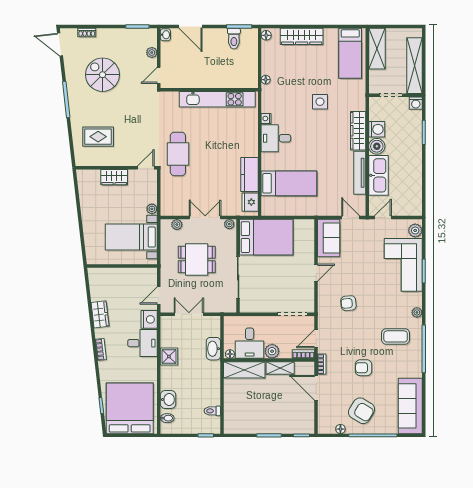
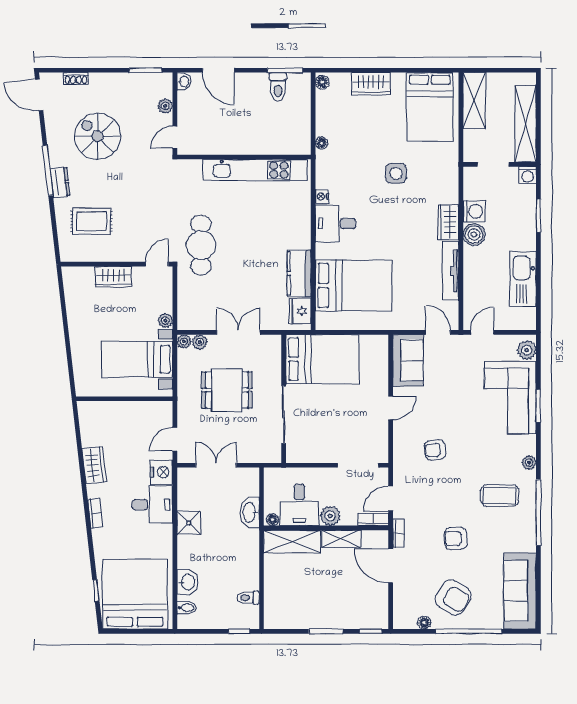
wardrobe: (302, 36) -> (371, 84), width x0.67
bed: (350, 53) -> (430, 107), width x1.50
dresser: (75, 108) -> (60, 182), added
wardrobe: (358, 131) -> (448, 222), width x0.67
kitchen sink: (378, 175) -> (523, 279), moved, turned 180
bed: (289, 183) -> (353, 285), width x1.50
plant: (229, 224) -> (184, 341), moved

